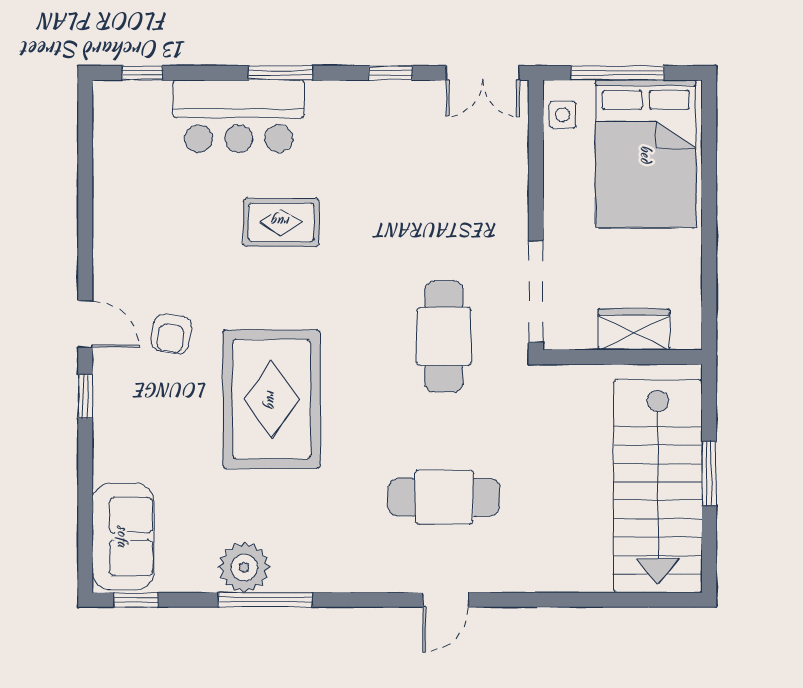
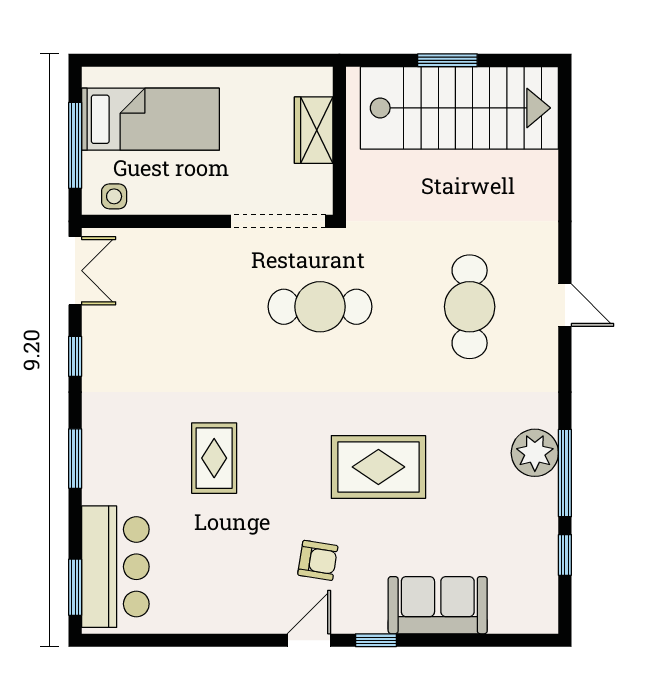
window: (142, 73) -> (75, 587), width x1.50
bar counter: (239, 116) -> (115, 567), moved
bed: (646, 154) -> (150, 119), width x0.67
rug: (272, 399) -> (378, 467), width x0.73, depth x0.69
sofa: (123, 536) -> (438, 605), moved
plant: (244, 567) -> (535, 453), moved
window: (136, 600) -> (565, 555), moved

